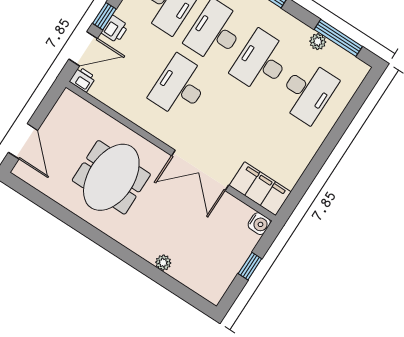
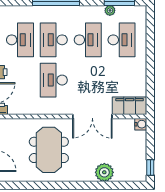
desk: (261, 62) -> (88, 40), turned 180
plant: (163, 263) -> (104, 172), width x1.87, depth x1.87
window: (250, 266) -> (150, 168), moved

